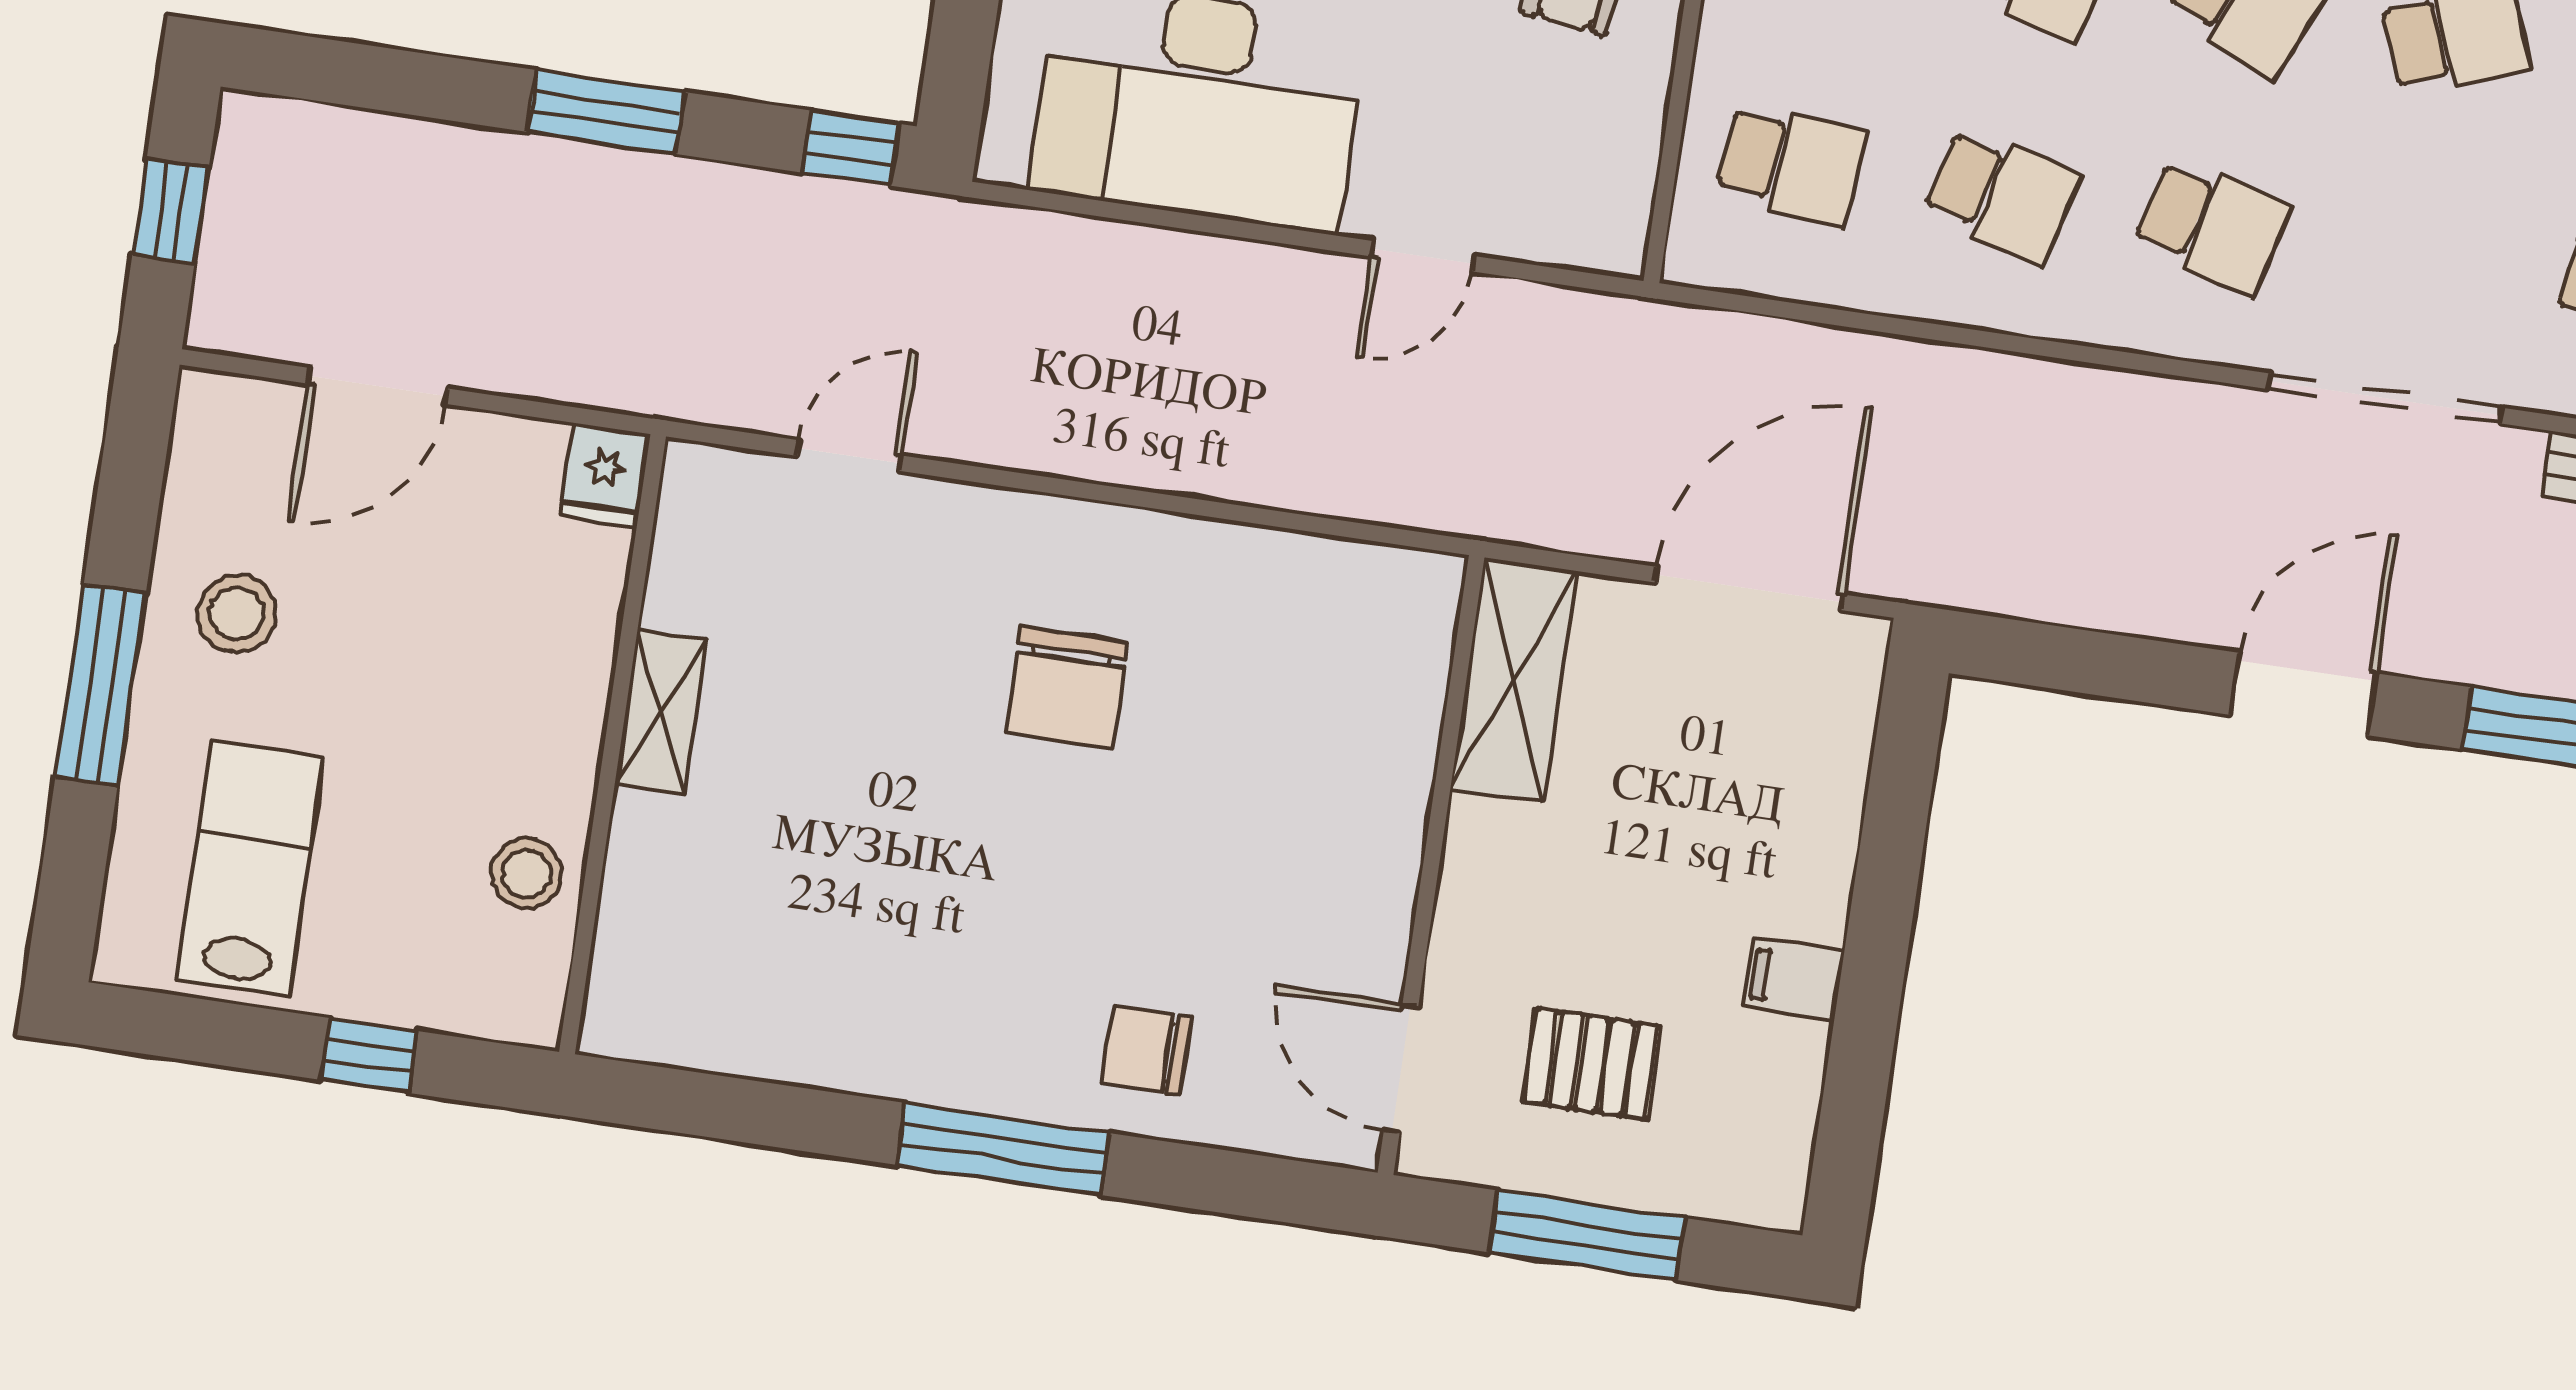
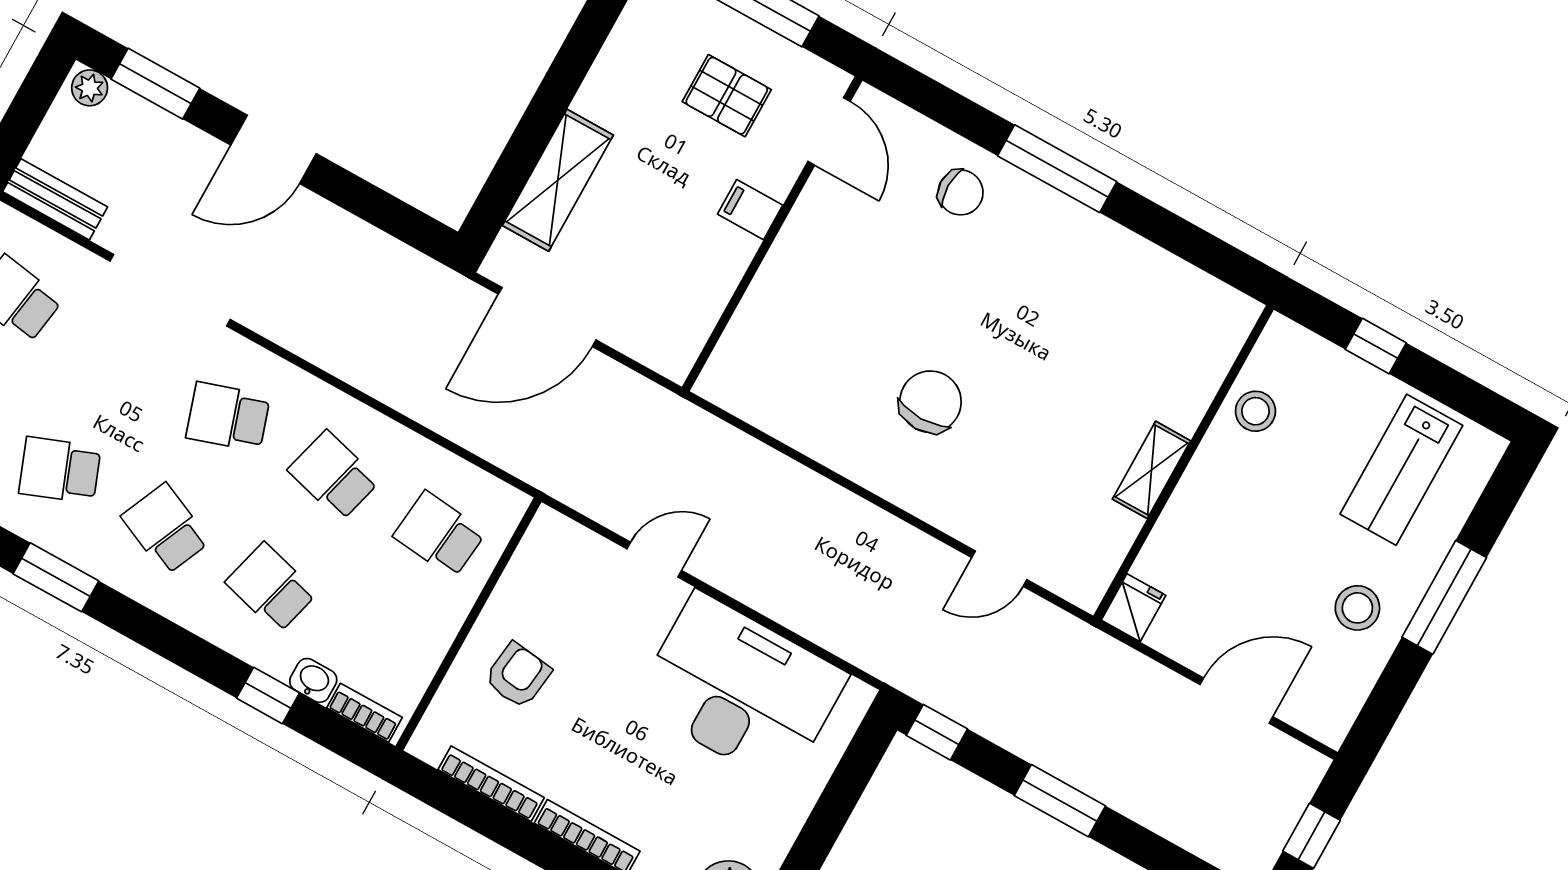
school desk: (2212, 226) -> (228, 417), turned -33
shelving: (1514, 680) -> (558, 180), moved
filing cabinet: (1793, 979) -> (750, 210), moved, turned 180

